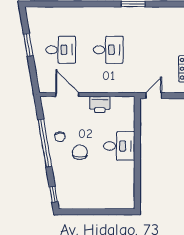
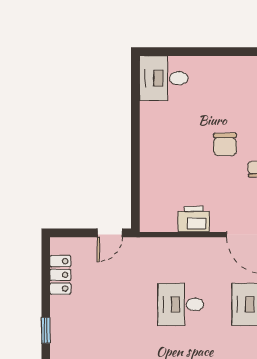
desk: (119, 146) -> (164, 78), moved

